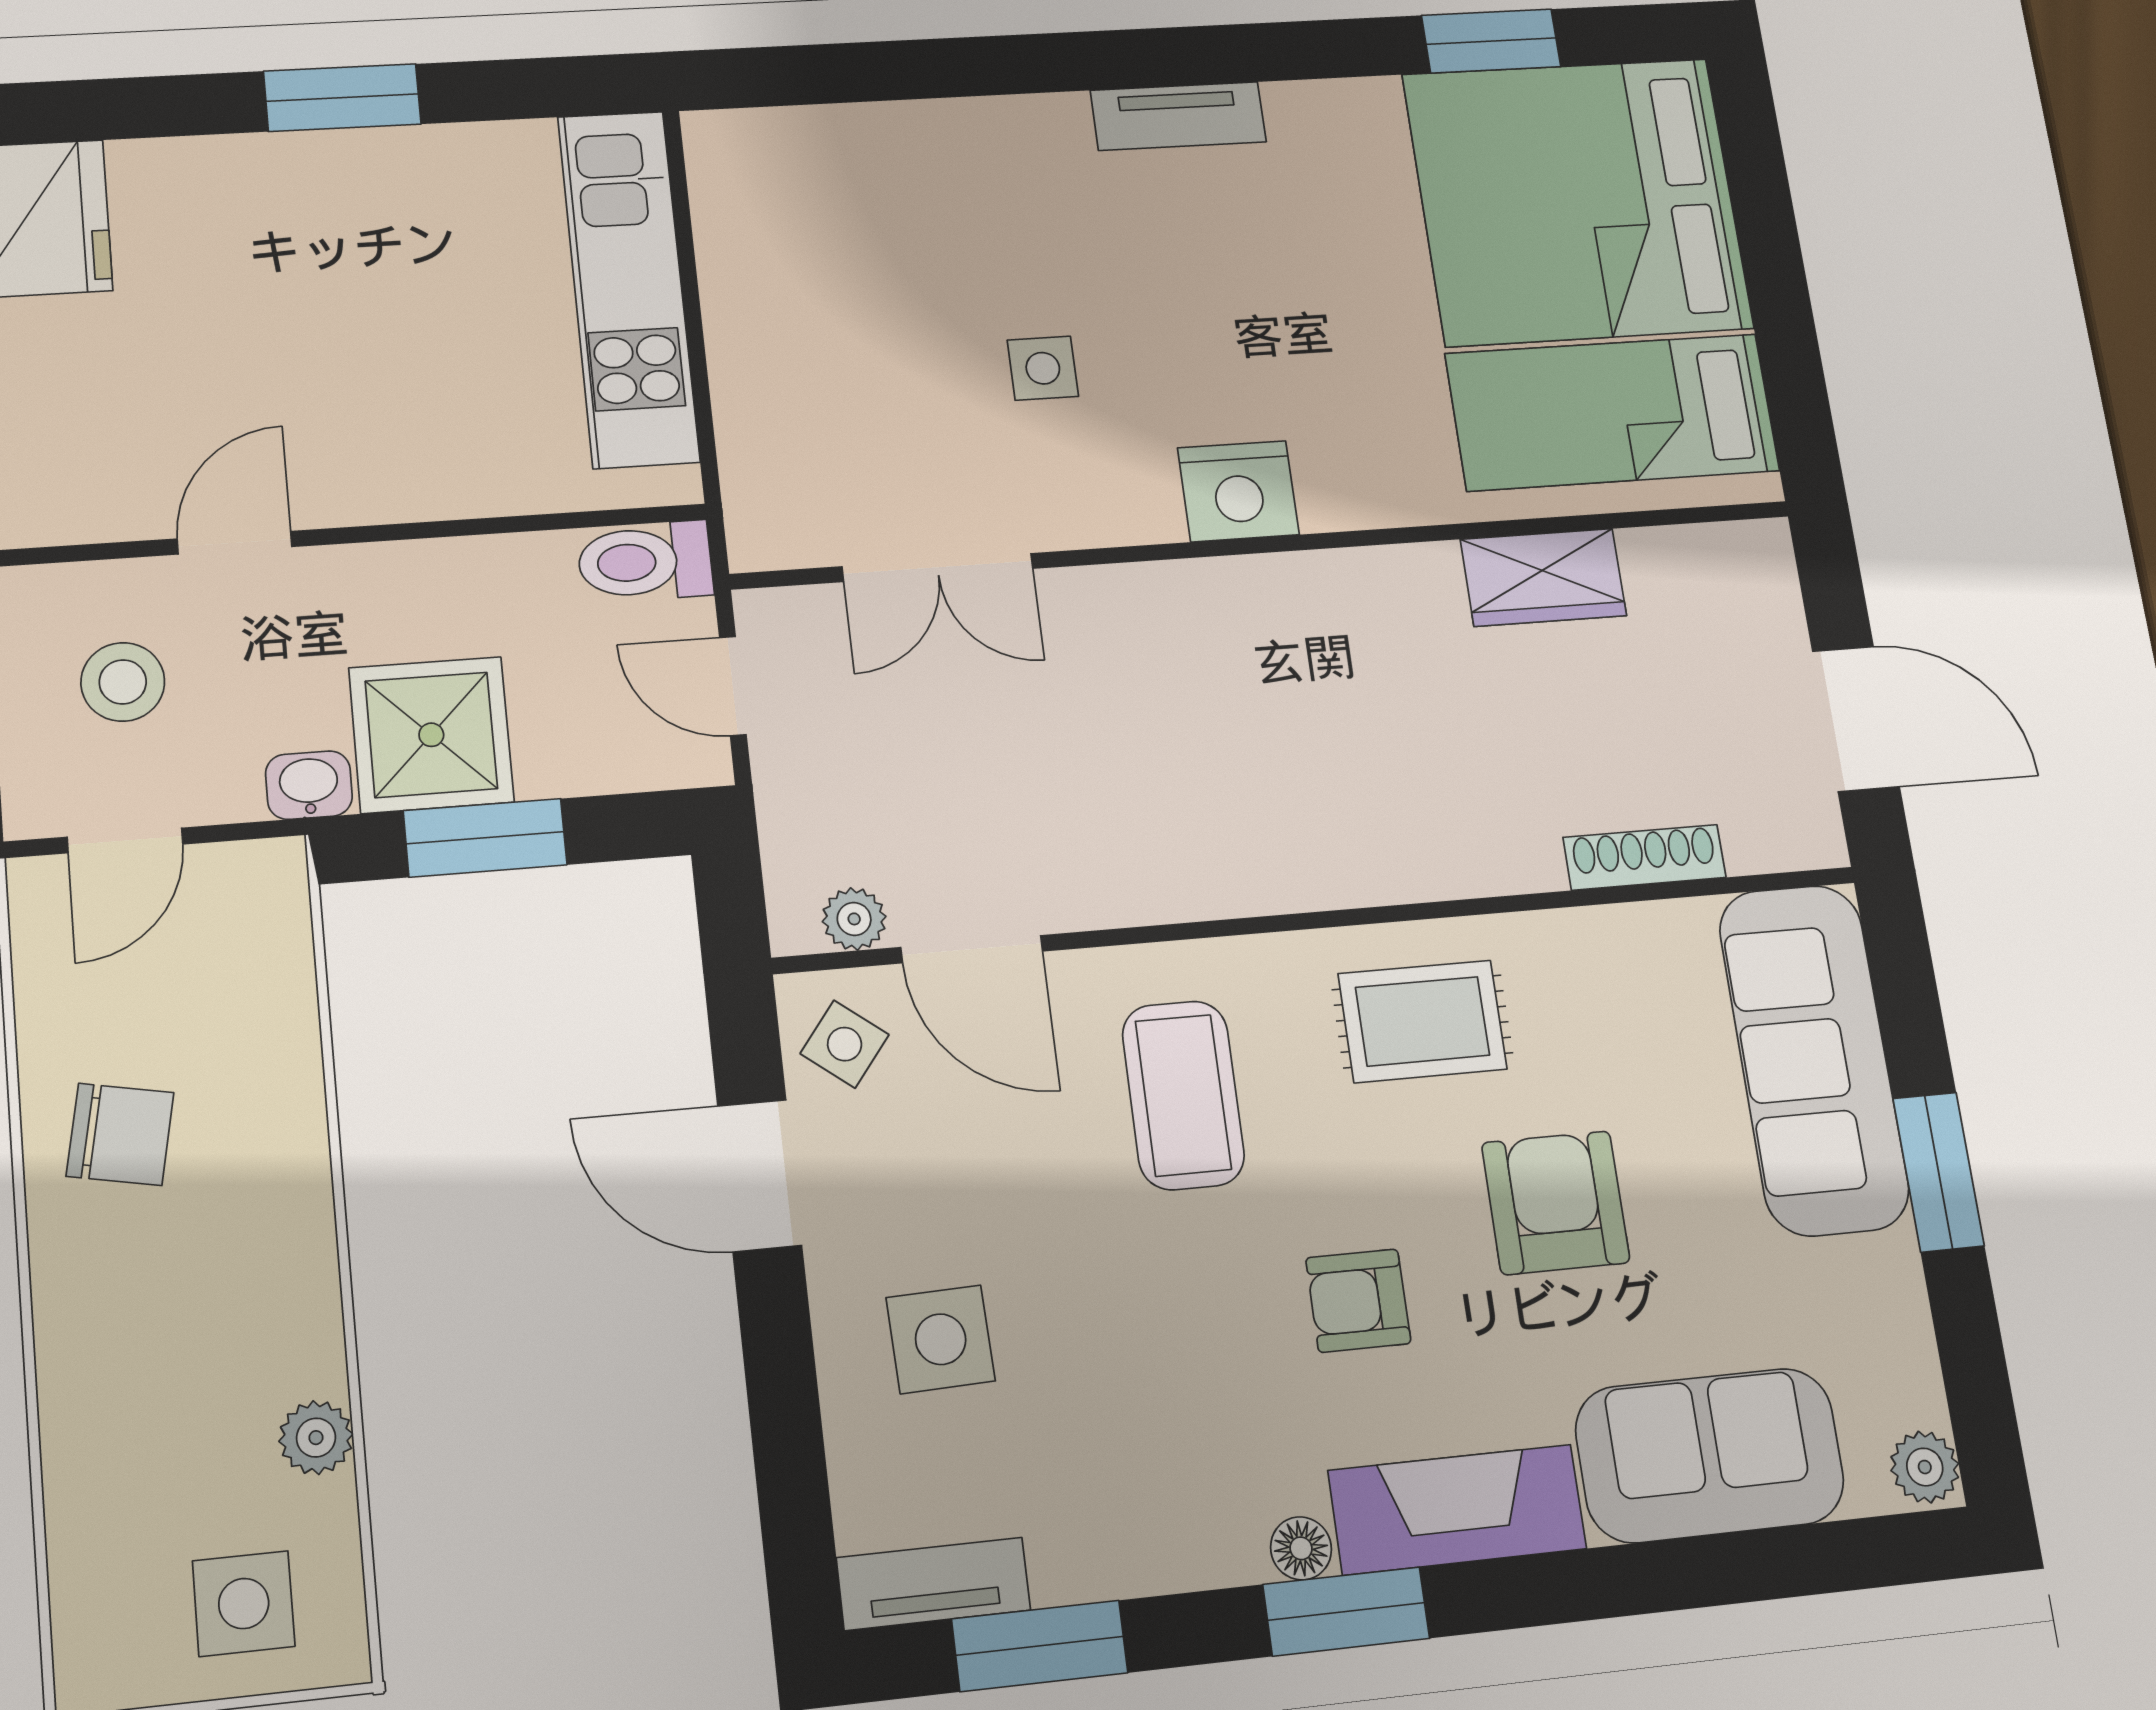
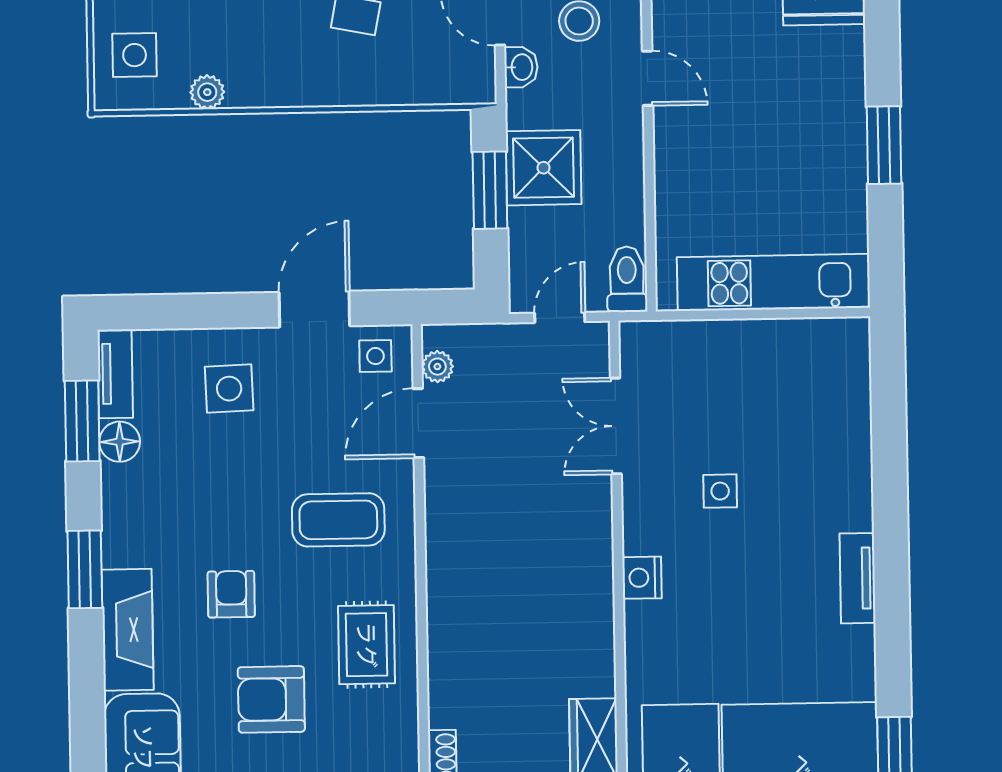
nightstand: (1238, 491) -> (642, 578), width x0.74, depth x0.75
washbasin: (309, 785) -> (521, 67), moved
side table: (845, 1044) -> (375, 356), turned -38
armchair: (1556, 1203) -> (271, 699), turned 180
floor lamp: (1301, 1548) -> (120, 442), moved, width x1.37, depth x1.37

